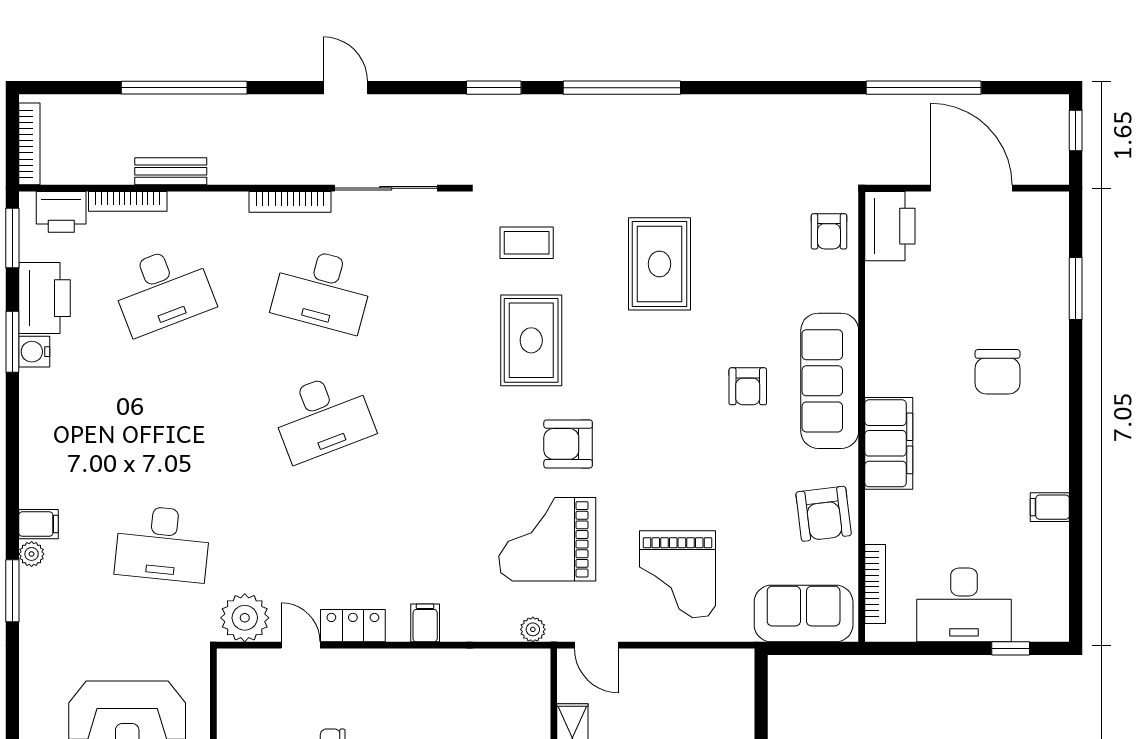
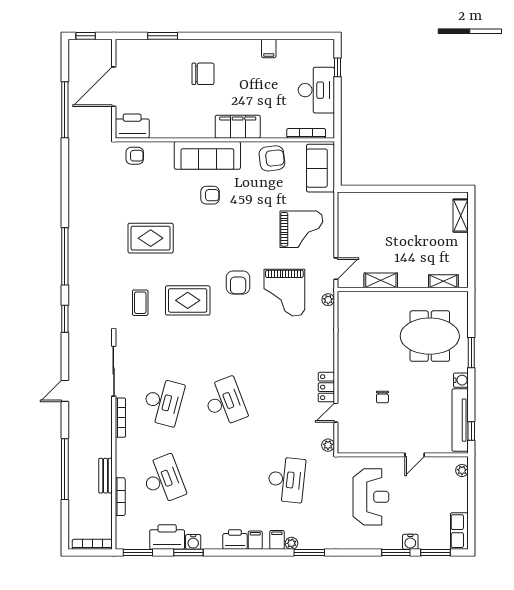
printer: (61, 212) -> (235, 539), moved, turned -90
plant: (245, 618) -> (328, 445), width x0.53, depth x0.53
filing cabinet: (425, 623) -> (255, 540), moved, turned 90

